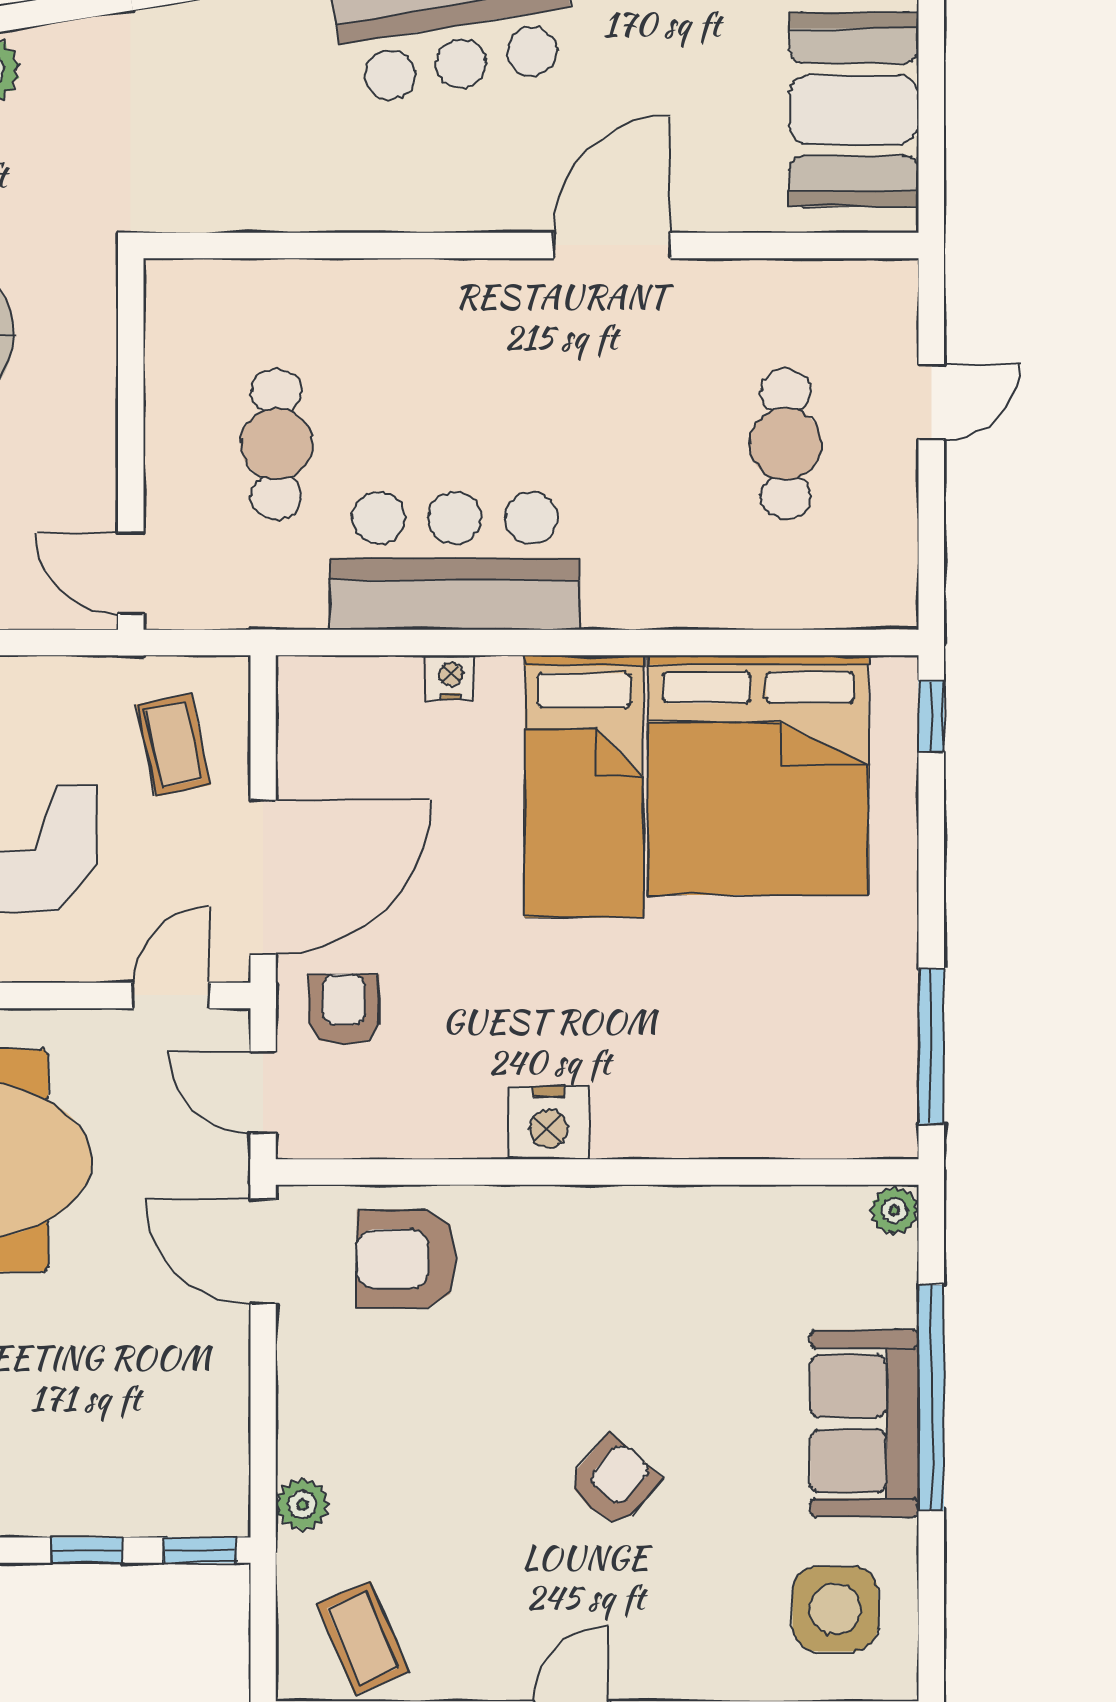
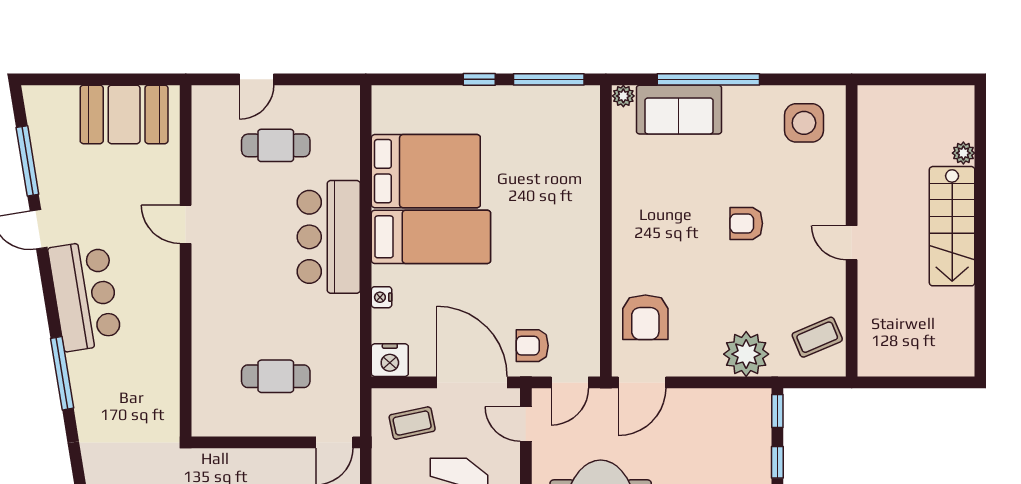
door: (612, 245) -> (186, 224), width x0.73
door: (931, 402) -> (257, 79), swing flipped
bar counter: (455, 561) -> (329, 237), moved
window: (931, 716) -> (479, 79), moved
bed: (758, 775) -> (426, 171), width x0.73
nightstand: (549, 1123) -> (390, 360), moved, turned 90
sofa: (864, 1424) -> (679, 110), moved
armchair: (613, 1482) -> (746, 223), turned -41
plant: (302, 1505) -> (746, 354), width x1.88, depth x1.88

